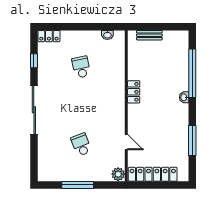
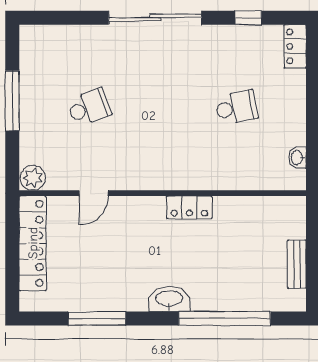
bench: (149, 35) -> (297, 264), moved
washbasin: (184, 97) -> (169, 299), width x1.91, depth x1.45

